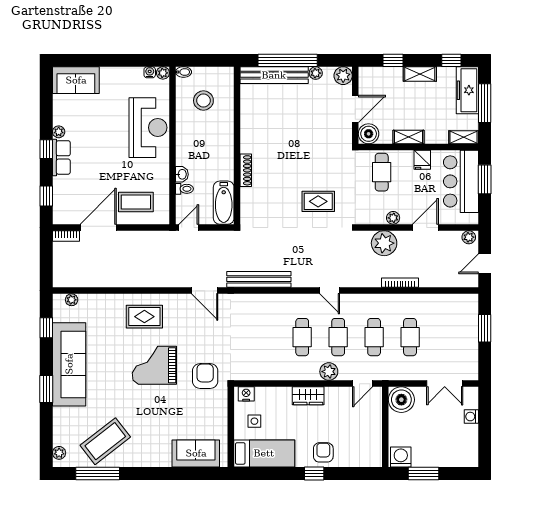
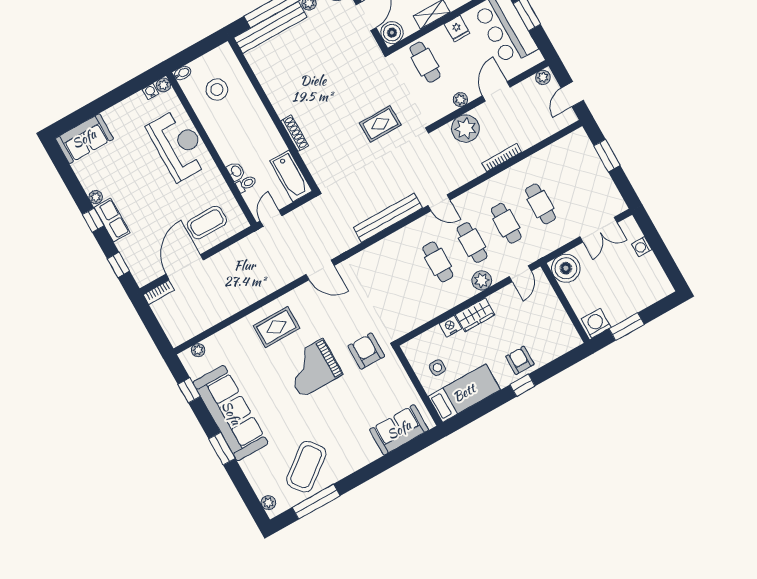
bench: (259, 279) -> (388, 218), moved
nightstand: (246, 394) -> (450, 326), moved

